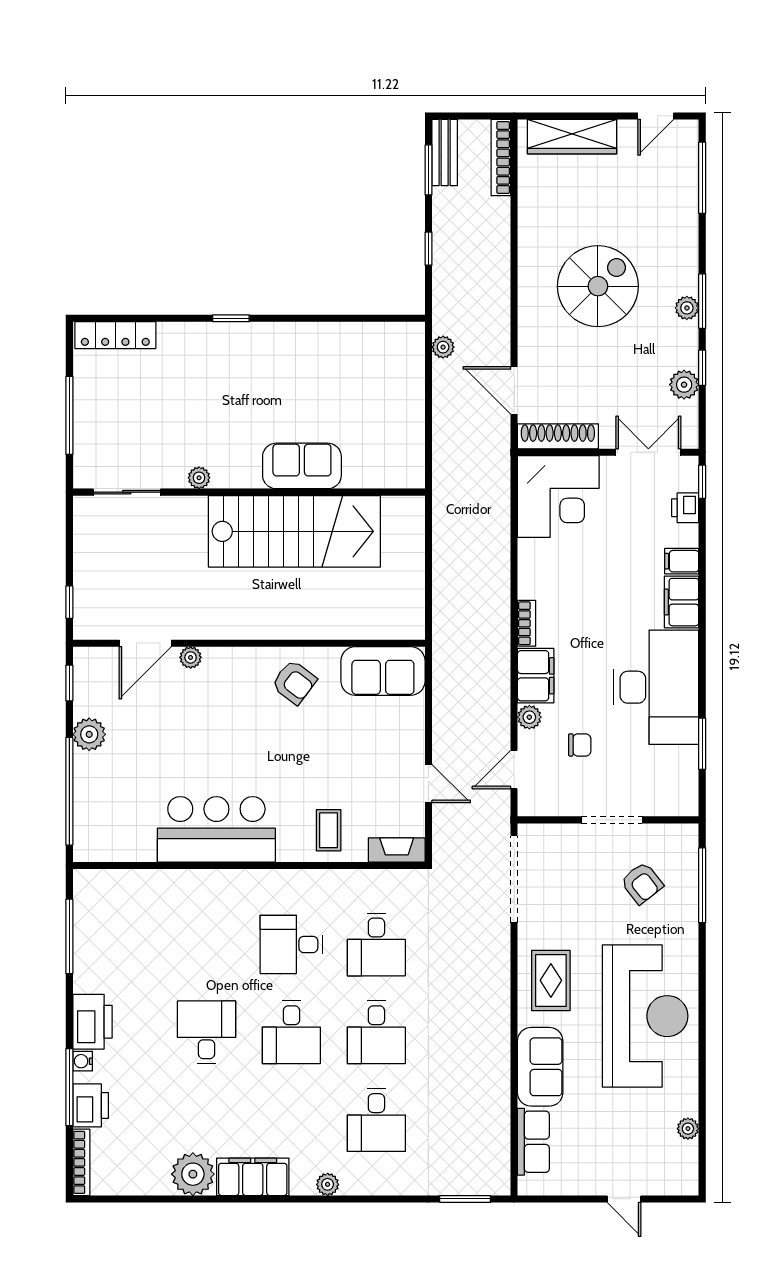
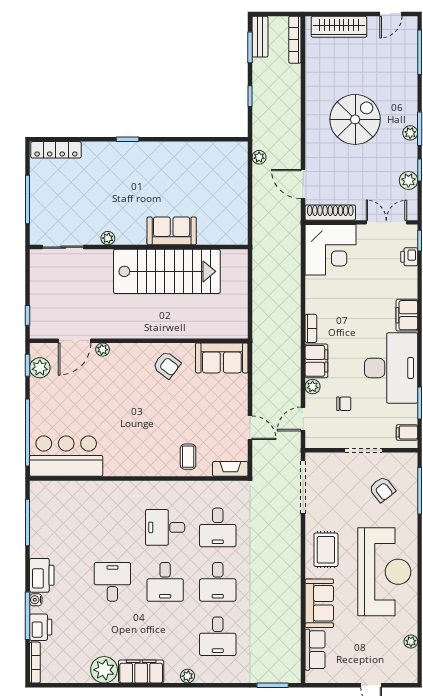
filing cabinet: (682, 561) -> (407, 432), moved
plant: (89, 734) -> (40, 368), moved
bar counter: (216, 829) -> (66, 456), moved

